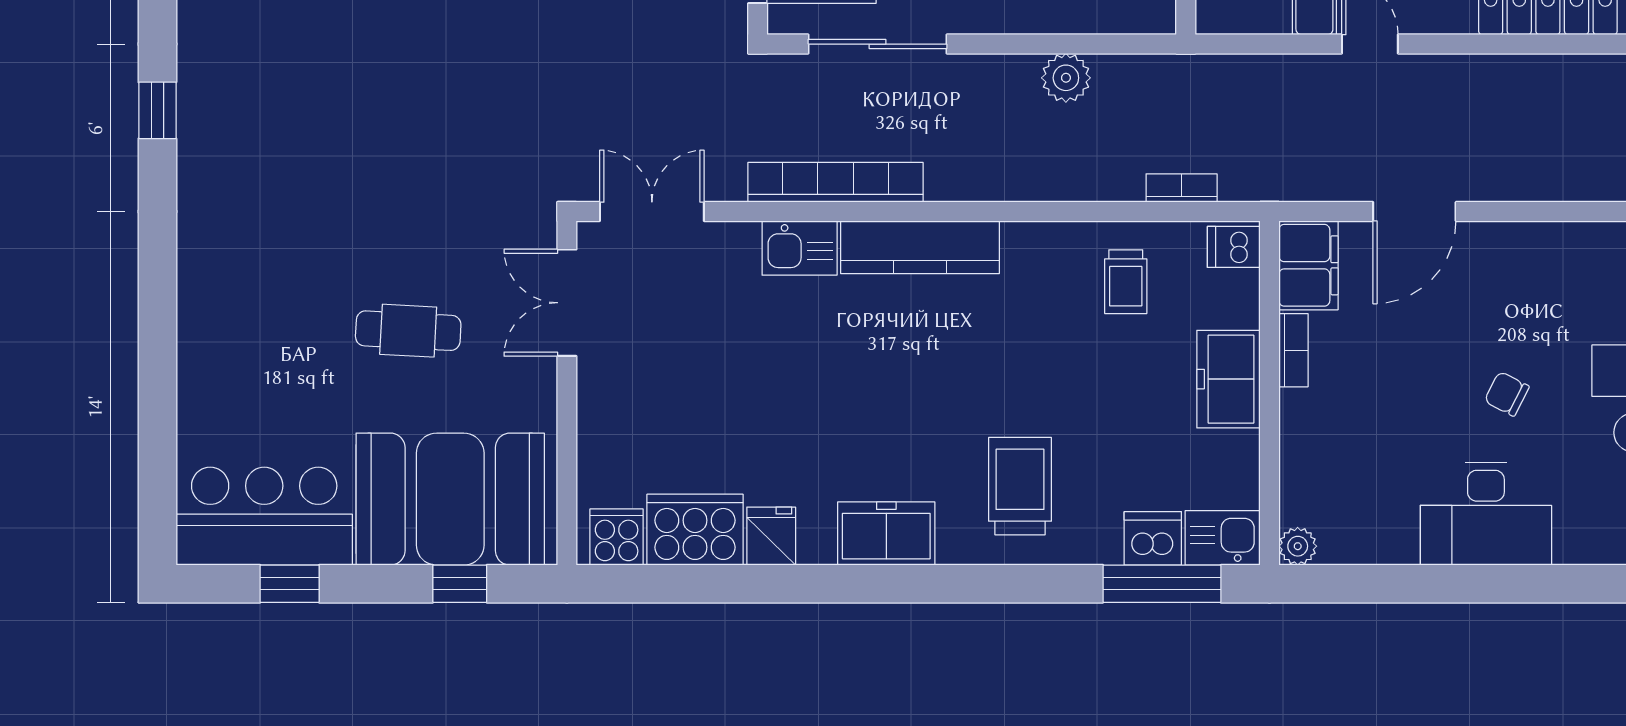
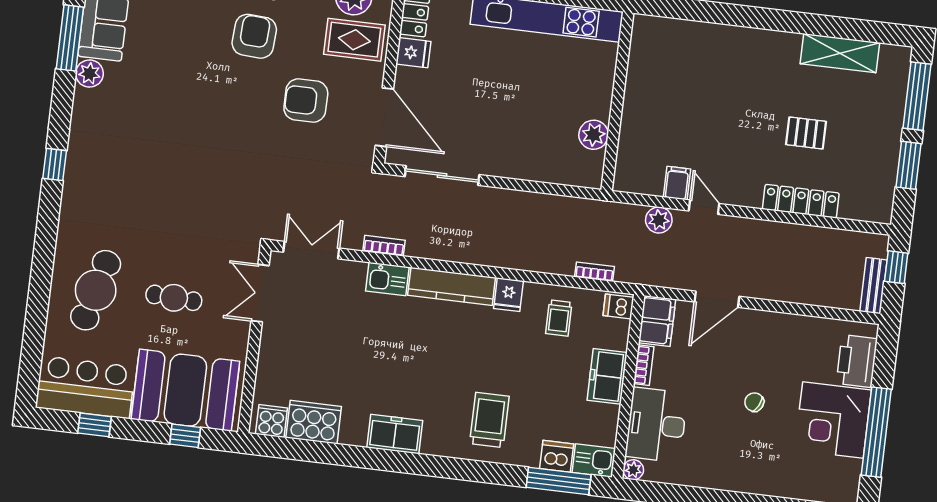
plant: (1066, 78) -> (659, 220), moved
bookcase: (836, 182) -> (384, 246), width x0.43, depth x0.76
cafe table: (262, 334) -> (96, 290), added
desk: (1486, 514) -> (656, 425), moved, turned 90
freezer: (886, 534) -> (395, 434), moved
fridge: (771, 536) -> (508, 295), moved, turned 180

